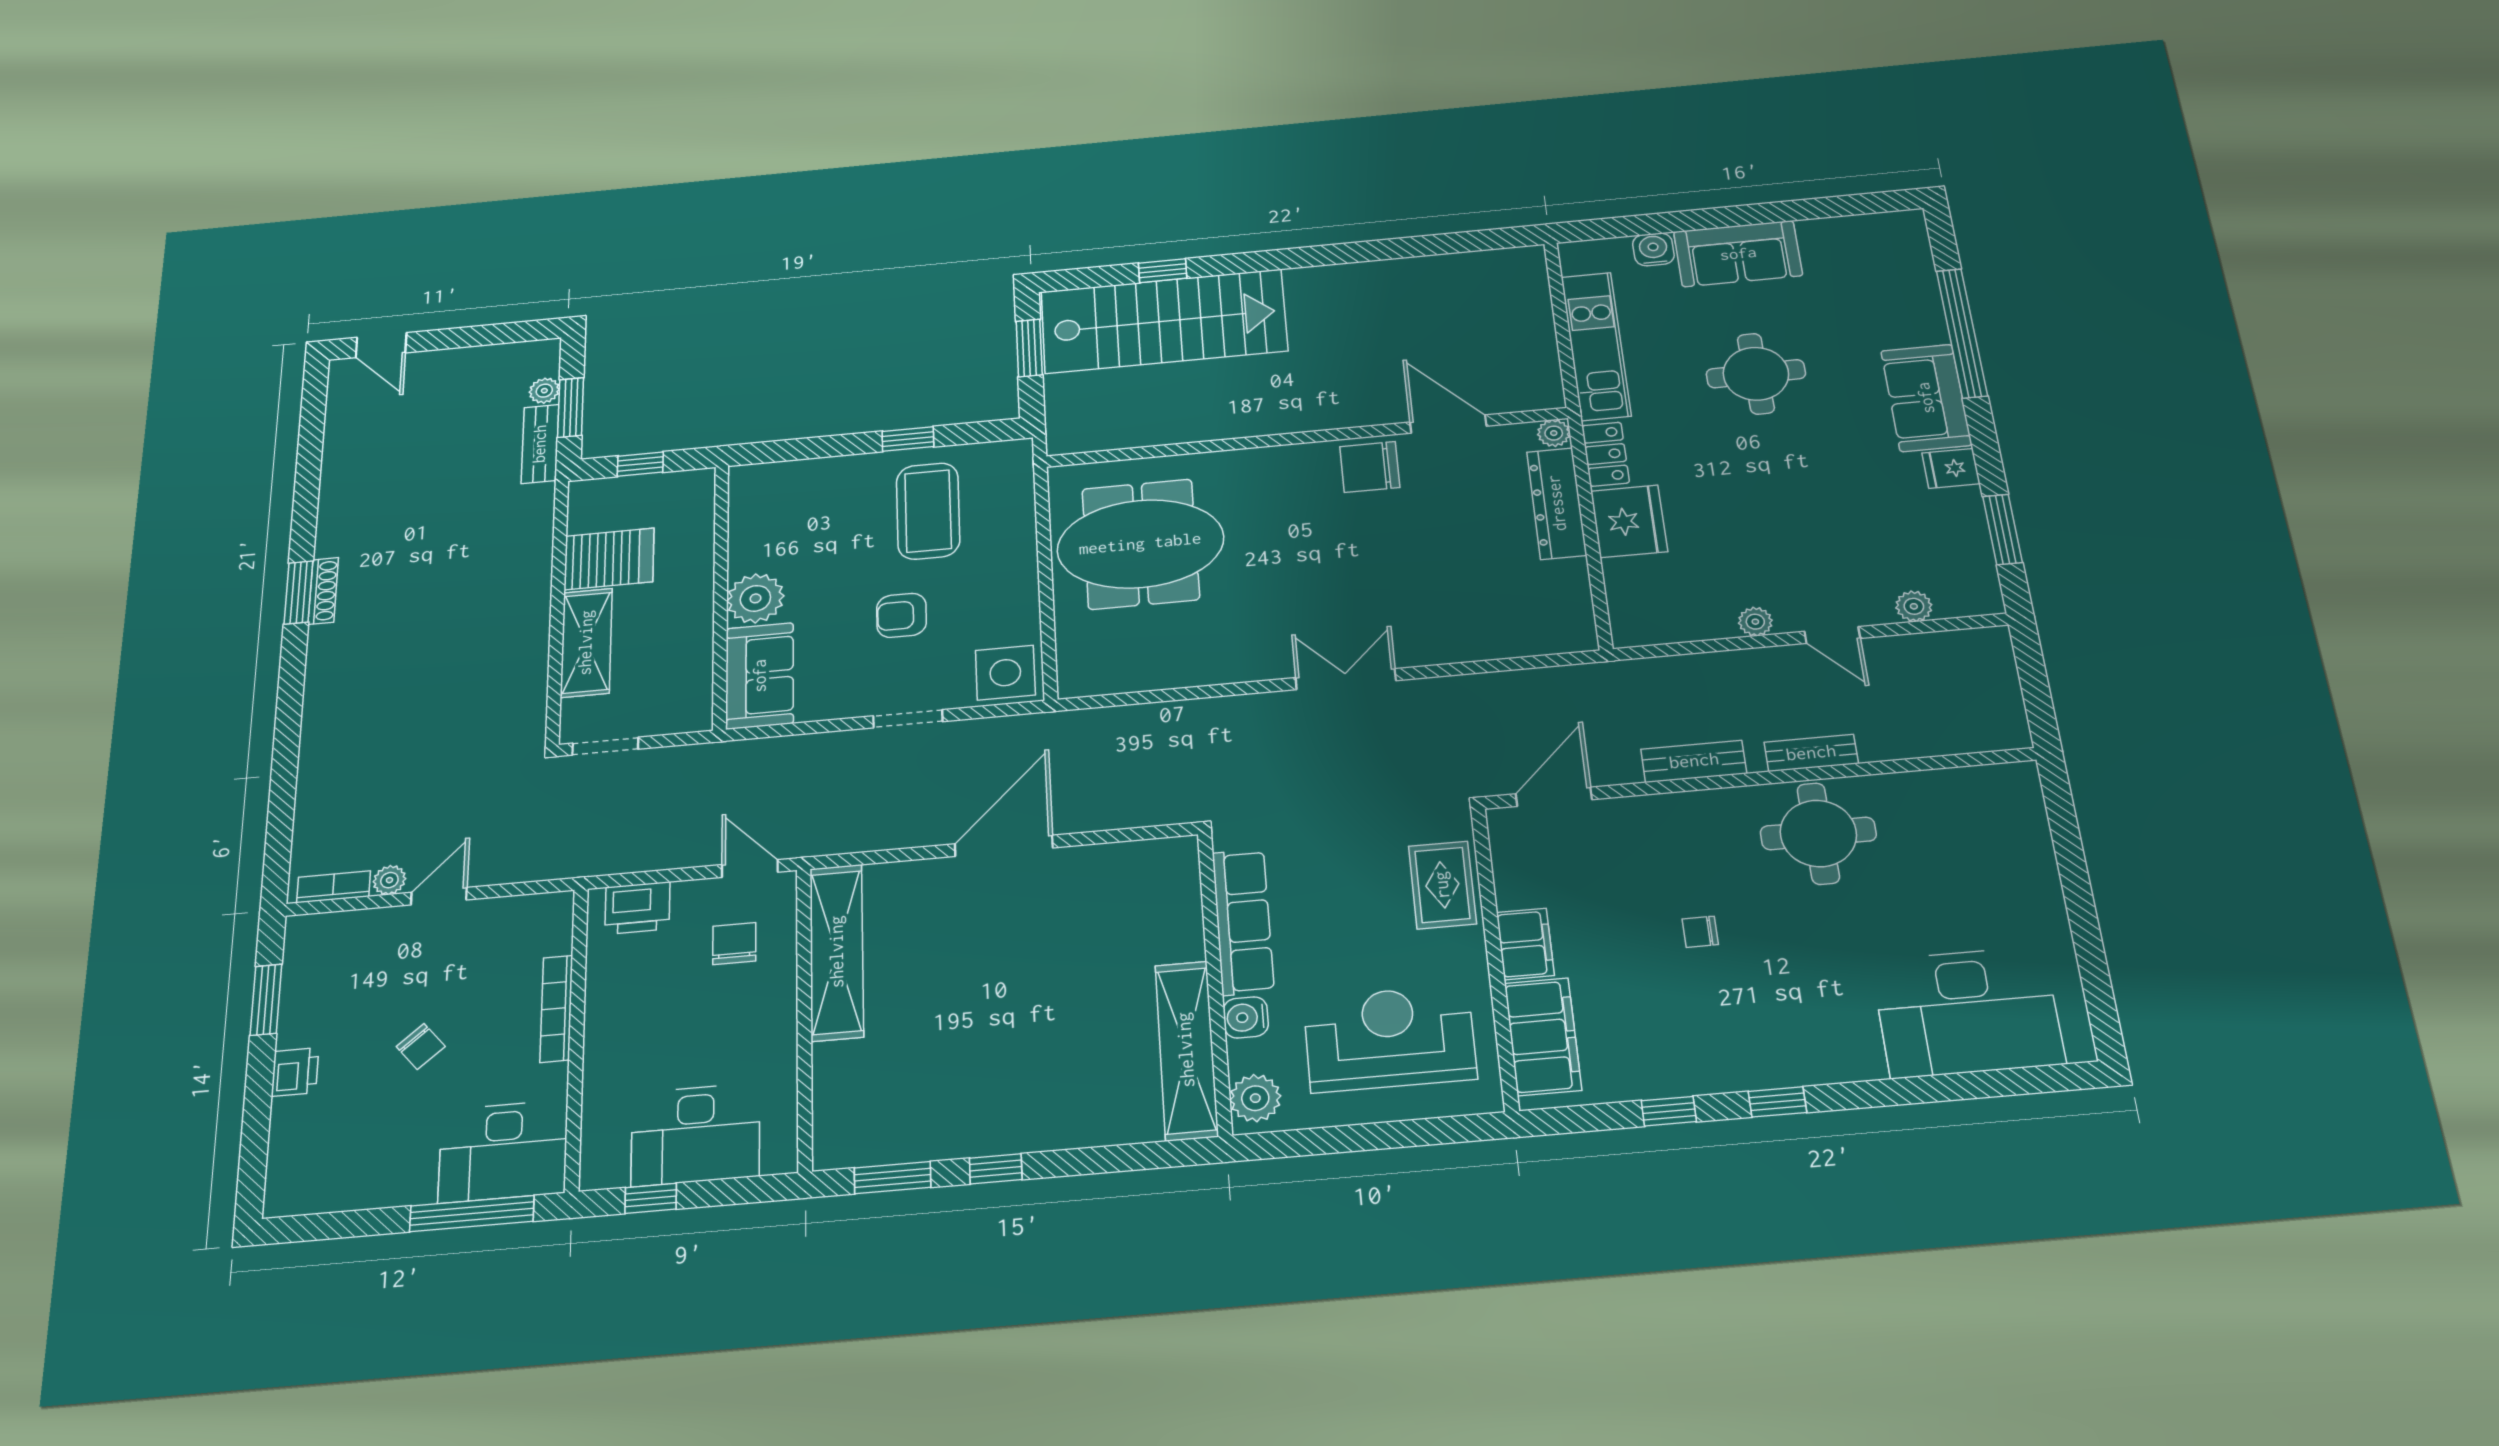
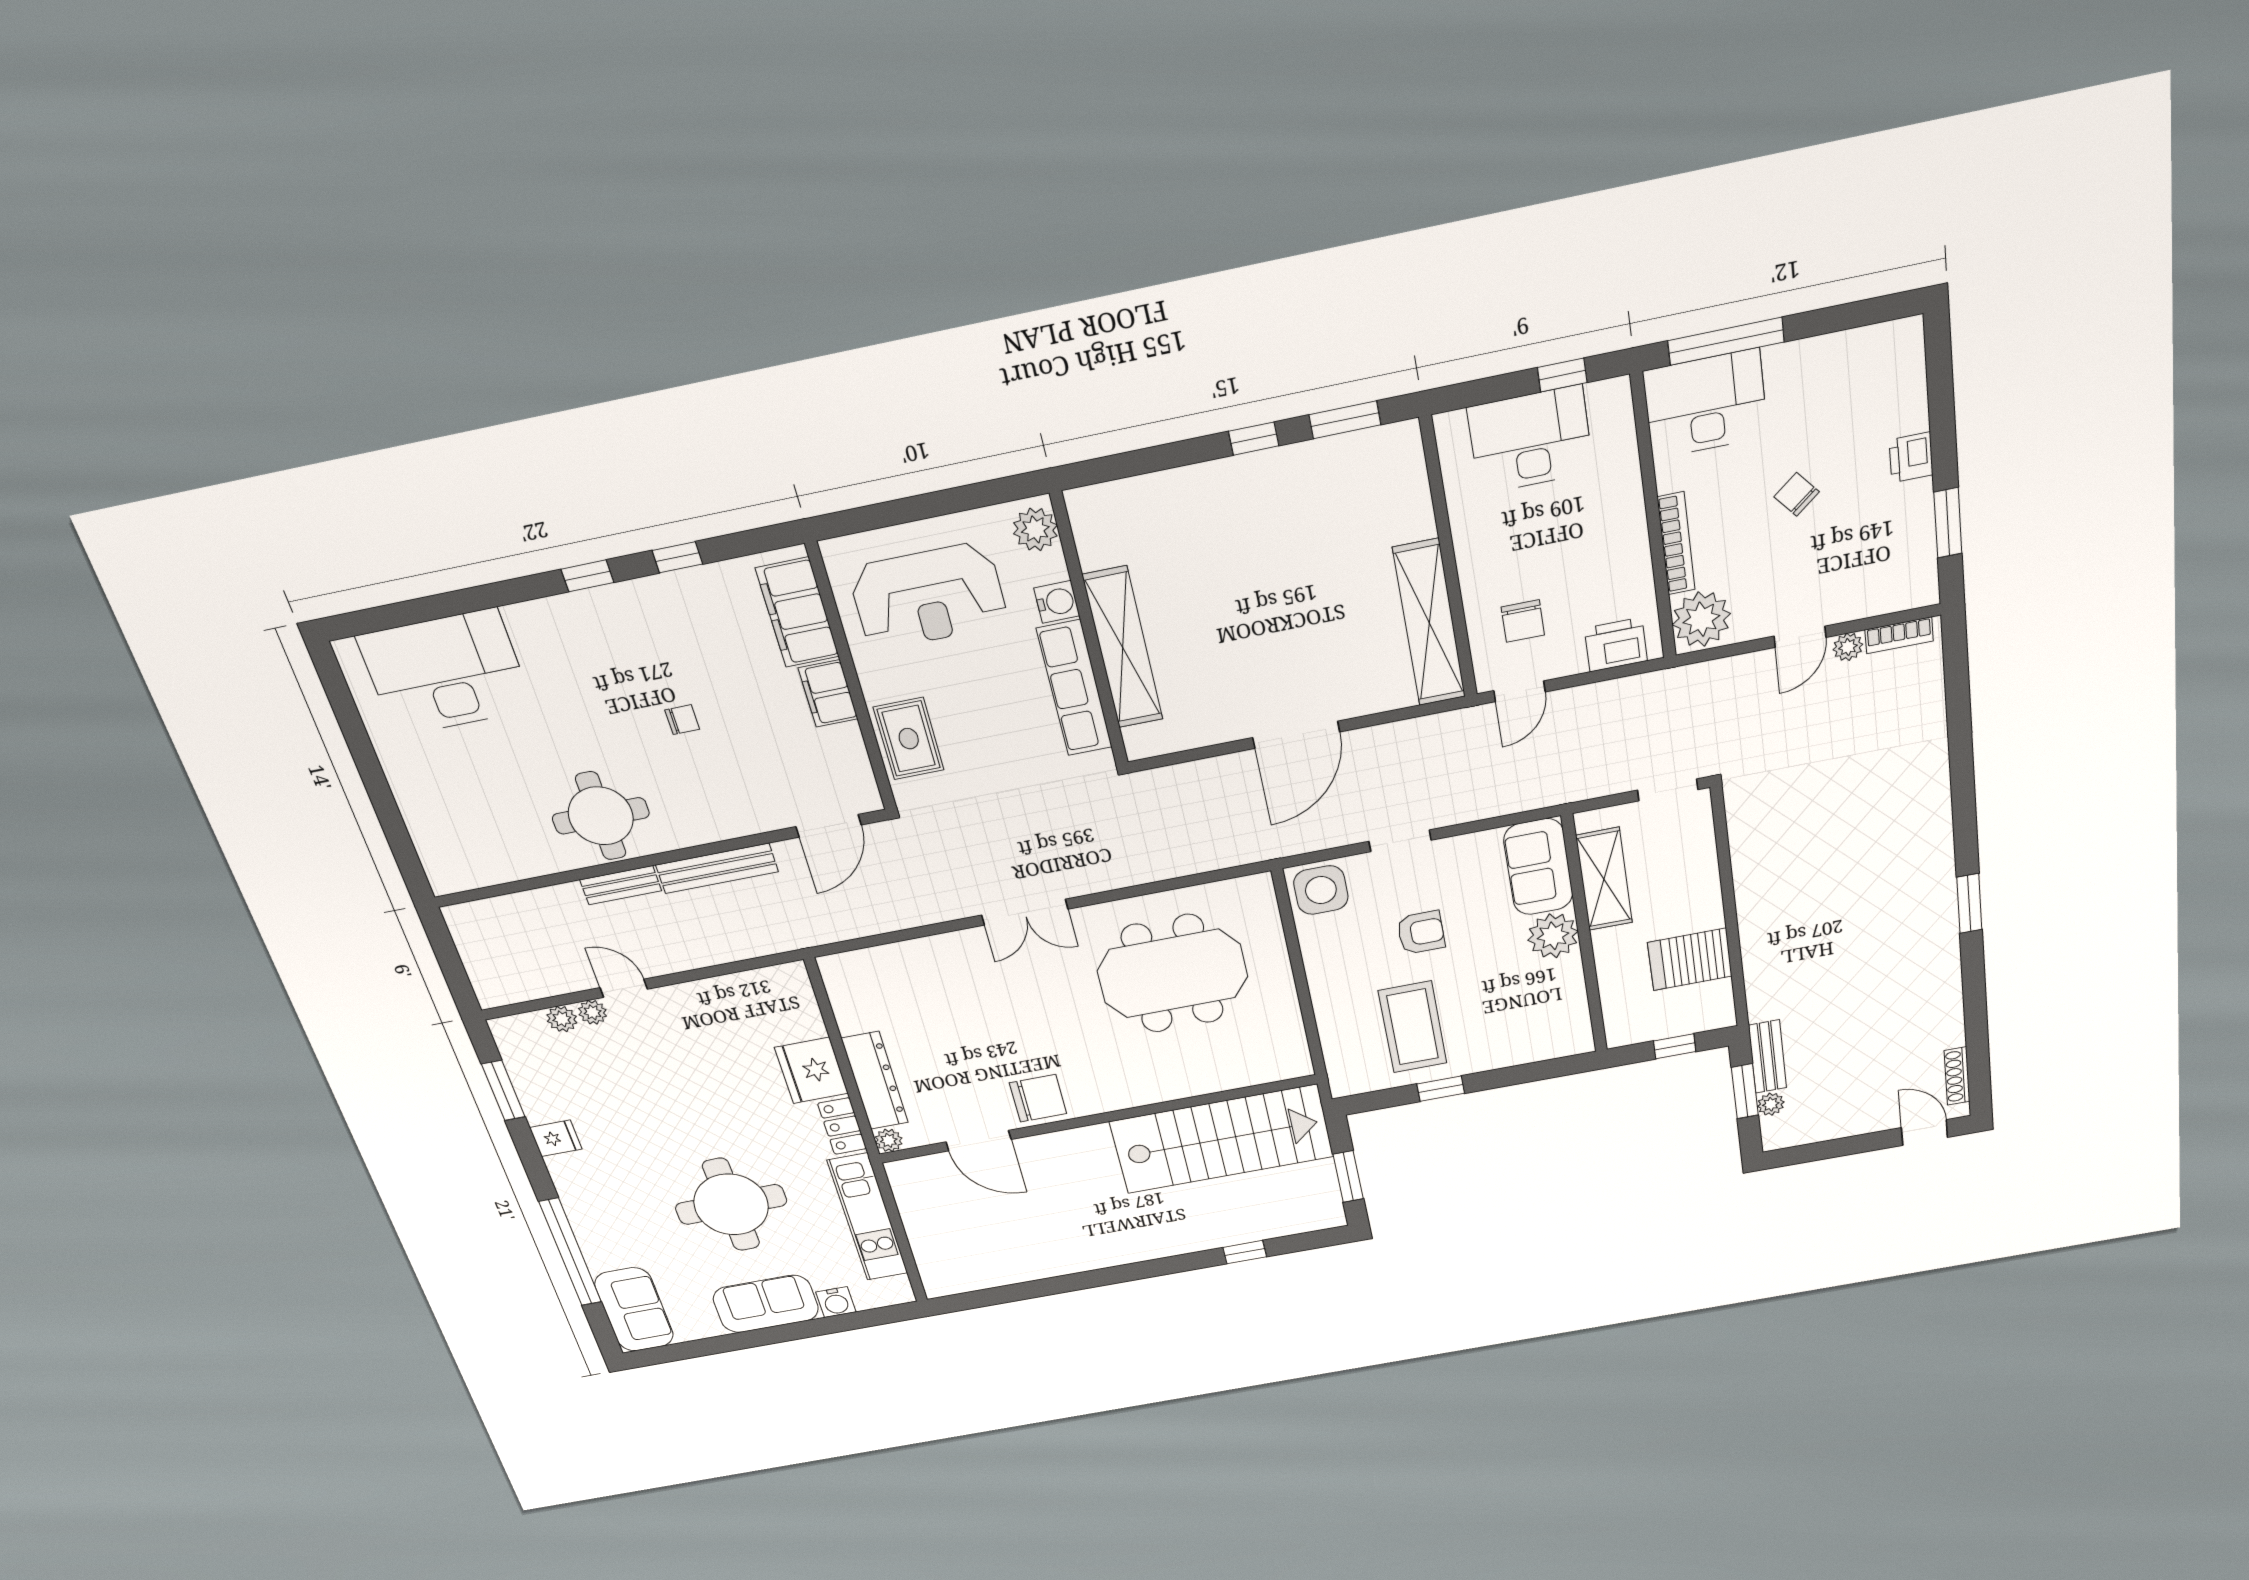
stairs: (1164, 321) -> (1222, 1139), moved, turned 180
round table: (1756, 374) -> (731, 1205), width x1.36, depth x1.36
sofa: (1926, 398) -> (634, 1310), moved
meeting table: (1140, 544) -> (1172, 974), moved
shoe rack: (323, 591) -> (1957, 1076), moved
plant: (1755, 622) -> (593, 1012), moved
shelving: (586, 643) -> (1604, 879), moved
bench: (1694, 761) -> (717, 868), width x1.36
door: (750, 868) -> (1519, 691), hinge flipped
plant: (541, 926) -> (1701, 619), added
shelving: (1186, 1050) -> (1123, 648), moved

